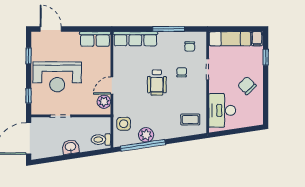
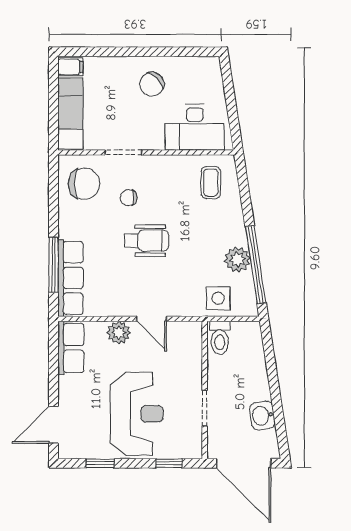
window: (169, 29) -> (54, 265), moved
chair: (190, 47) -> (84, 184), width x1.87, depth x1.87
window: (266, 57) -> (102, 52), removed
plant: (104, 102) -> (119, 333), moved
toilet: (101, 140) -> (220, 338), moved
washbasin: (70, 147) -> (262, 416), moved

